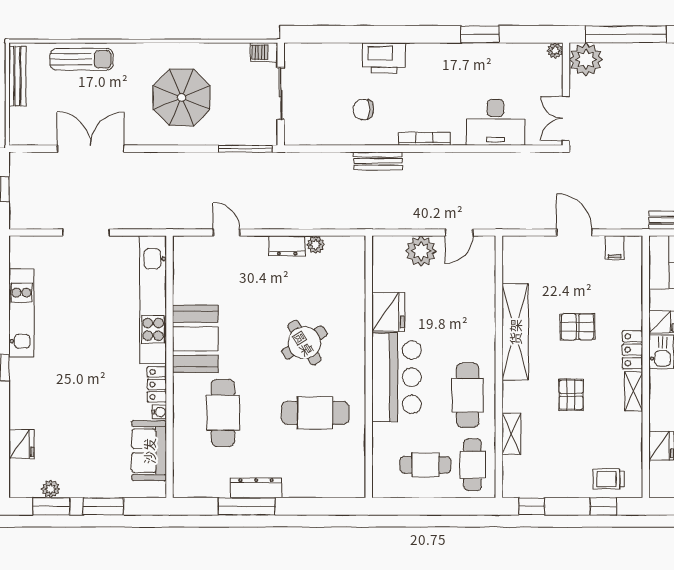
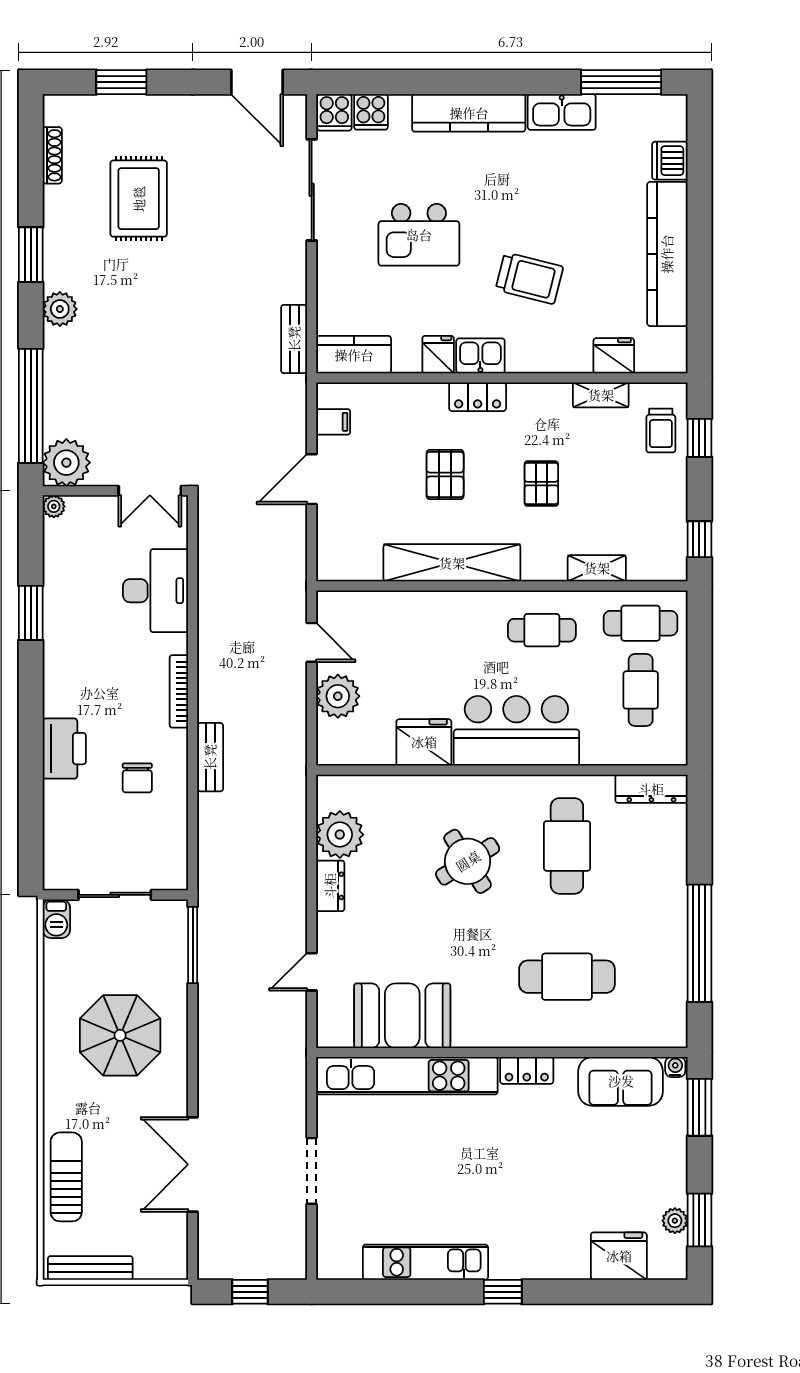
plant: (316, 245) -> (340, 835), width x1.87, depth x1.87
booth: (195, 339) -> (402, 1016), moved
shelving: (634, 391) -> (601, 395), moved
cafe table: (468, 395) -> (542, 630), width x0.73, depth x0.74
pallet: (571, 395) -> (541, 484), turned 90
water cooler: (159, 412) -> (675, 1067), moved
fridge: (22, 444) -> (619, 1256), width x1.36, depth x1.34
dresser: (256, 488) -> (651, 789), moved, turned -90
window: (103, 506) -> (699, 1107), moved
window: (247, 506) -> (699, 943), width x1.46

